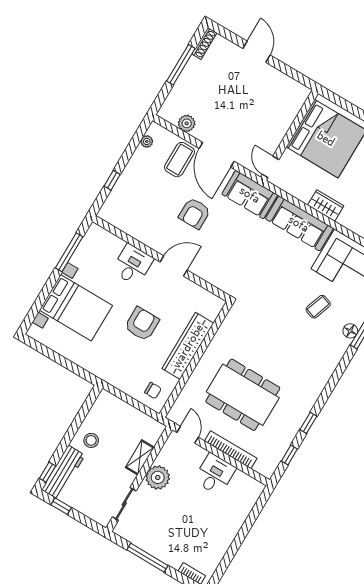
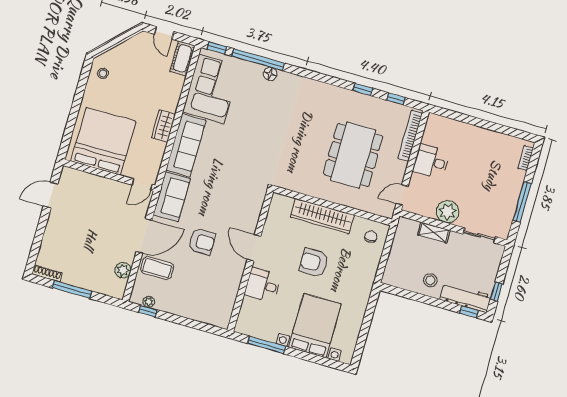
door: (256, 52) -> (51, 195), moved
window: (112, 180) -> (148, 311), moved
coffee table: (318, 307) -> (256, 108), removed
bookcase: (231, 450) -> (410, 136), moved

